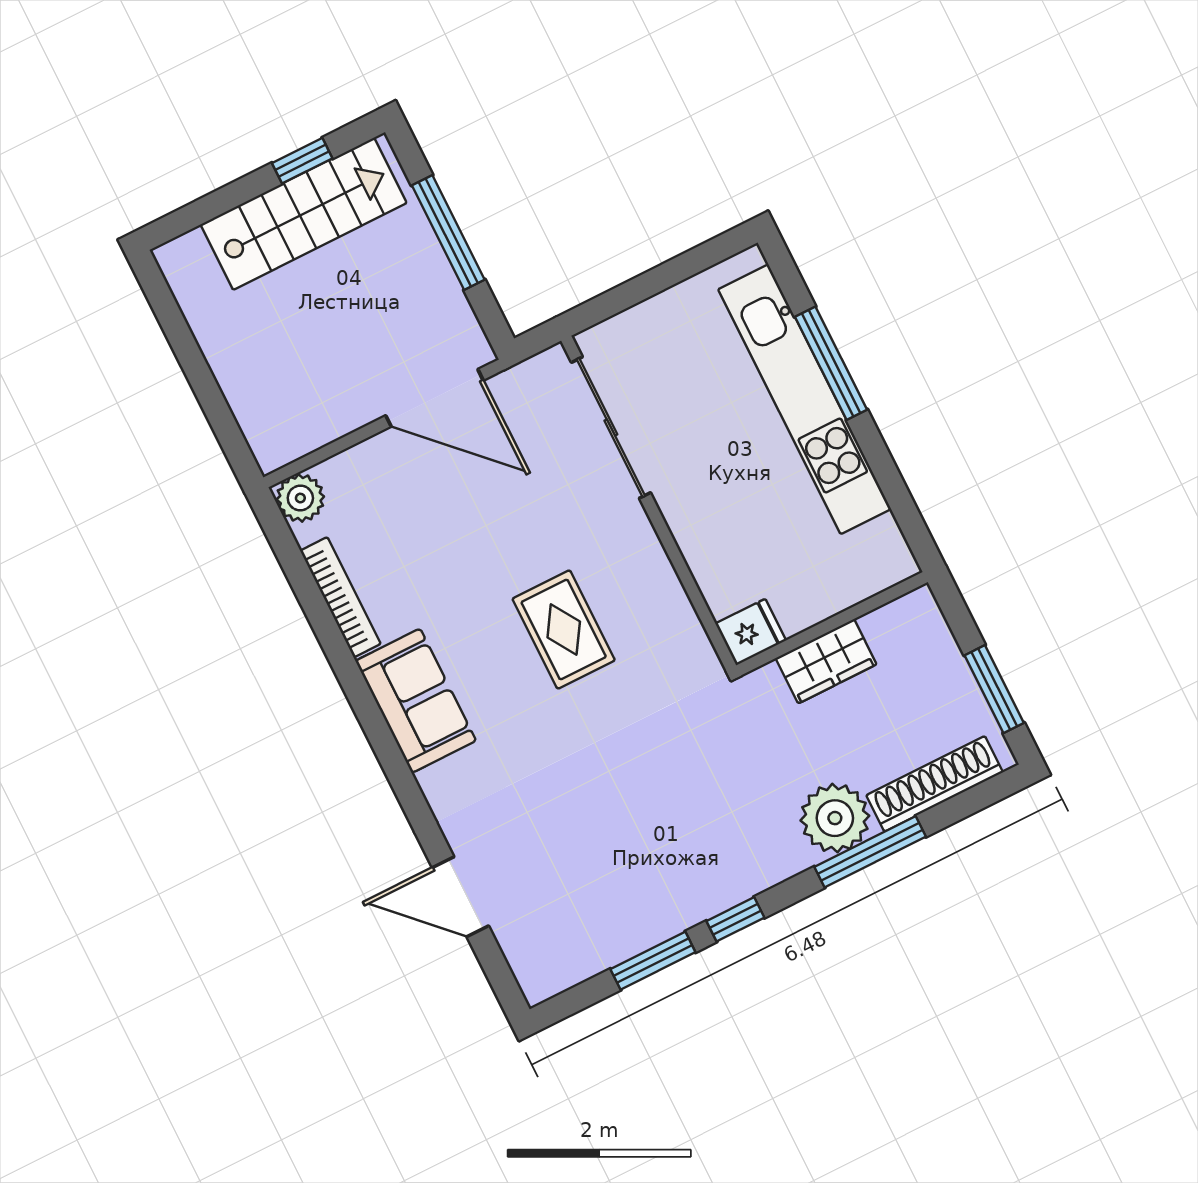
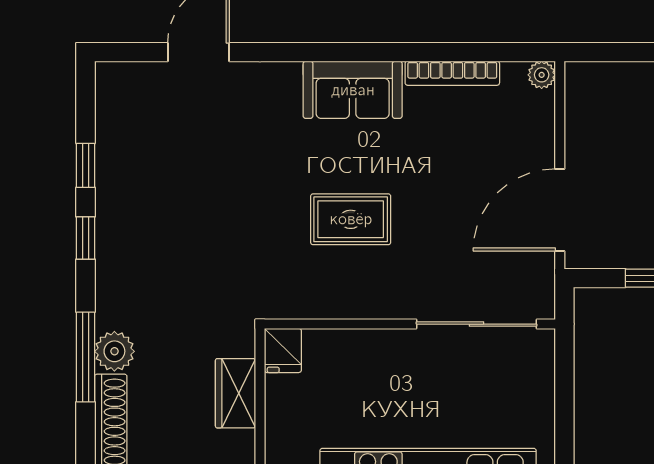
plant: (300, 498) -> (542, 75), width x0.73, depth x0.73
plant: (835, 818) -> (114, 351), width x0.73, depth x0.73
window: (653, 961) -> (86, 165), width x0.67

